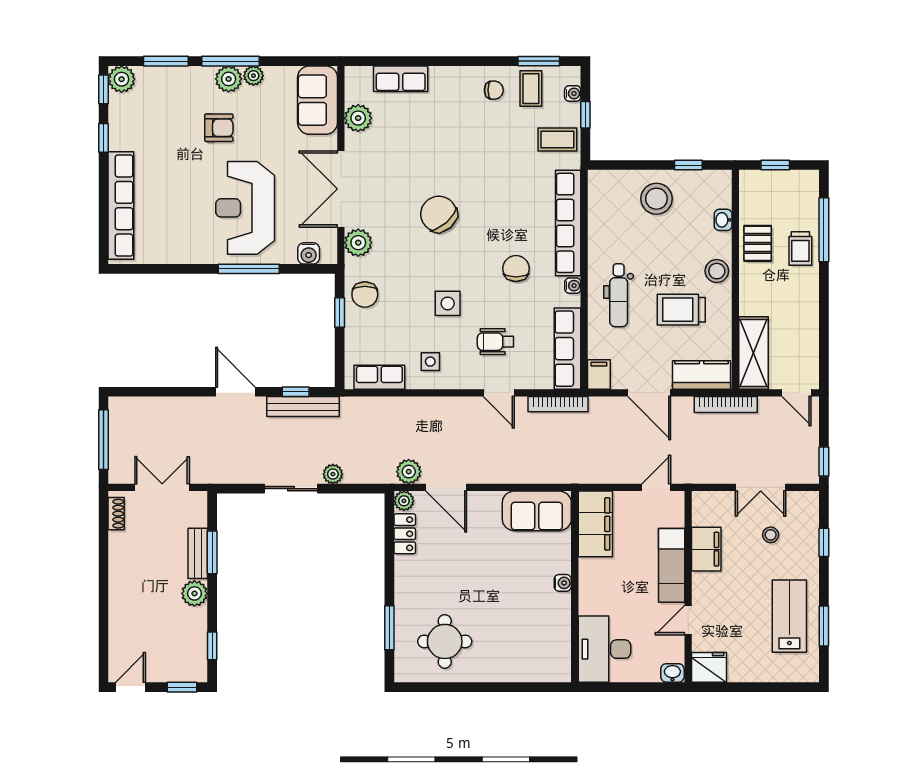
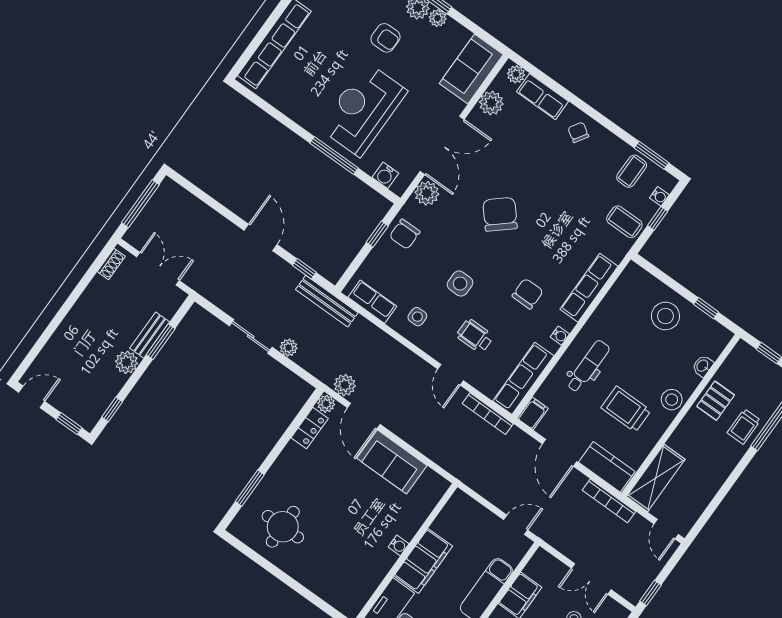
plant: (362, 76) -> (516, 74), added
chair: (494, 90) -> (578, 132), moved, turned -148
double door: (341, 189) -> (442, 145), swing flipped
row of seats: (568, 223) -> (589, 288), width x0.73
dental chair: (619, 295) -> (588, 366), turned 180
bench: (303, 407) -> (327, 301), moved
sofa: (537, 511) -> (392, 462), moved
filing cabinet: (595, 524) -> (423, 561), moved

